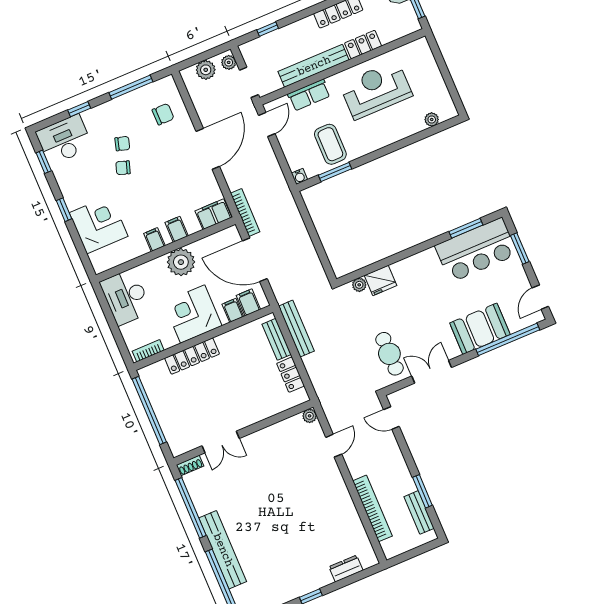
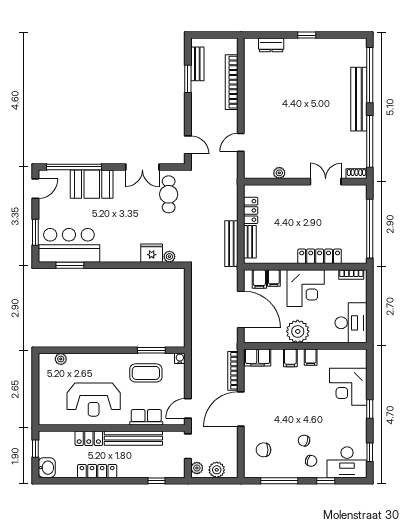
coffee table: (330, 144) -> (146, 373), turned 90
chair: (123, 168) -> (311, 461), moved
bookcase: (245, 212) -> (233, 371), moved
plant: (310, 416) -> (279, 173), moved

